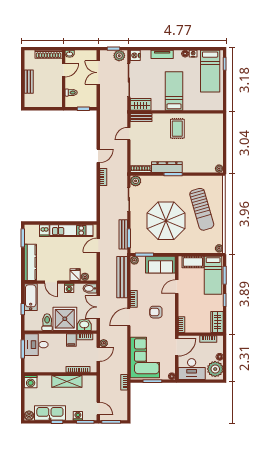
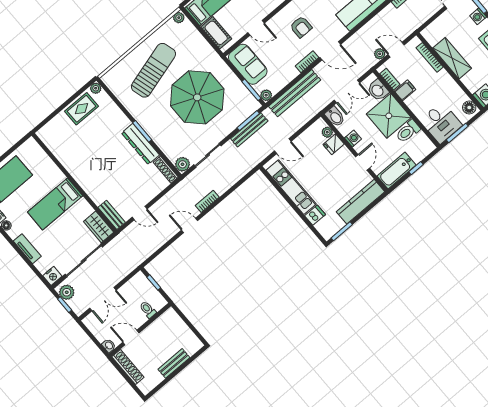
rug: (177, 129) -> (81, 109), moved
floor lamp: (31, 368) -> (469, 108), added

